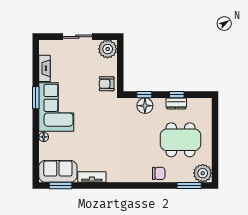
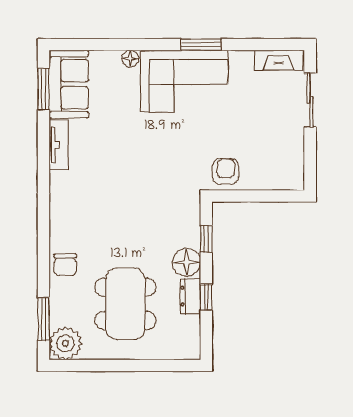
sliding door: (77, 37) -> (310, 100), moved
plant: (108, 49) -> (288, 173), removed
fireplace: (45, 68) -> (279, 60), moved
floor lamp: (145, 106) -> (186, 262), moved

